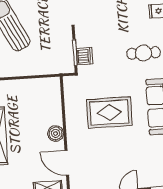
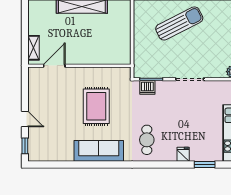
boiler: (56, 133) -> (81, 58), removed

